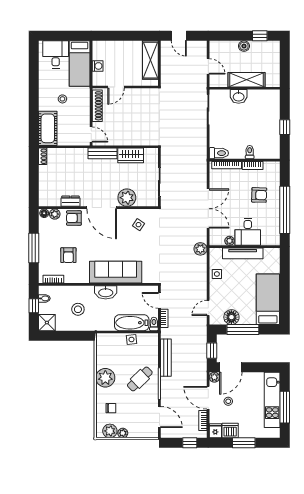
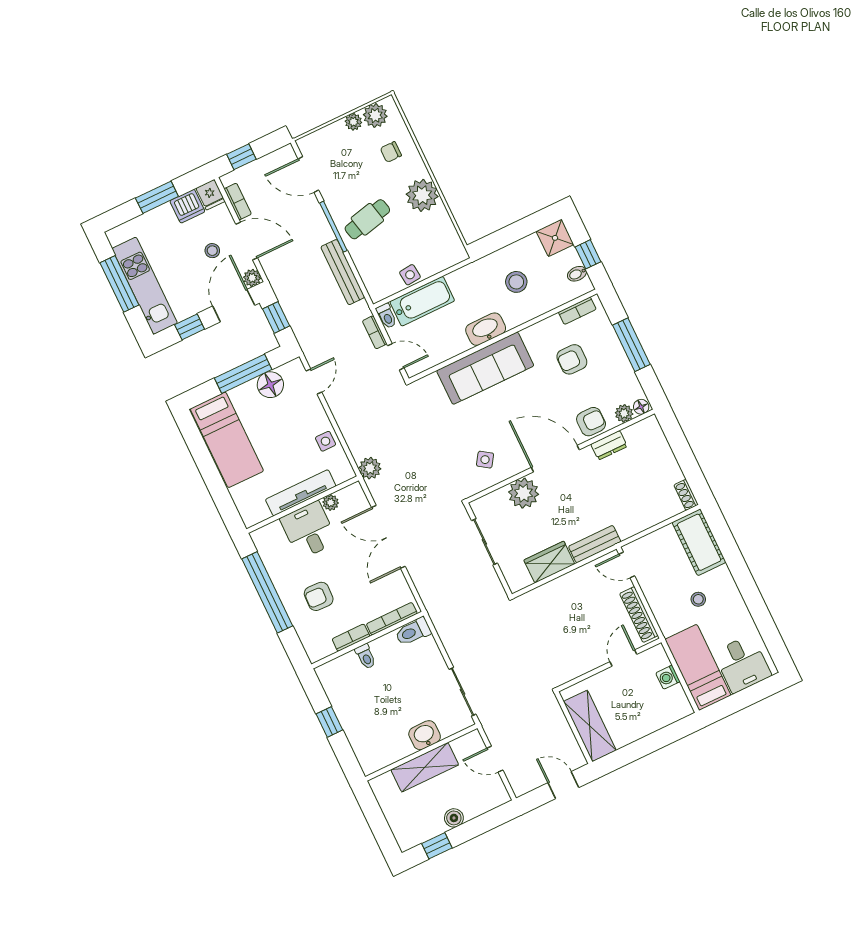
armchair: (68, 255) -> (572, 359), turned -90
window: (259, 367) -> (190, 327), added
cafe table: (140, 379) -> (367, 219), turned 31

